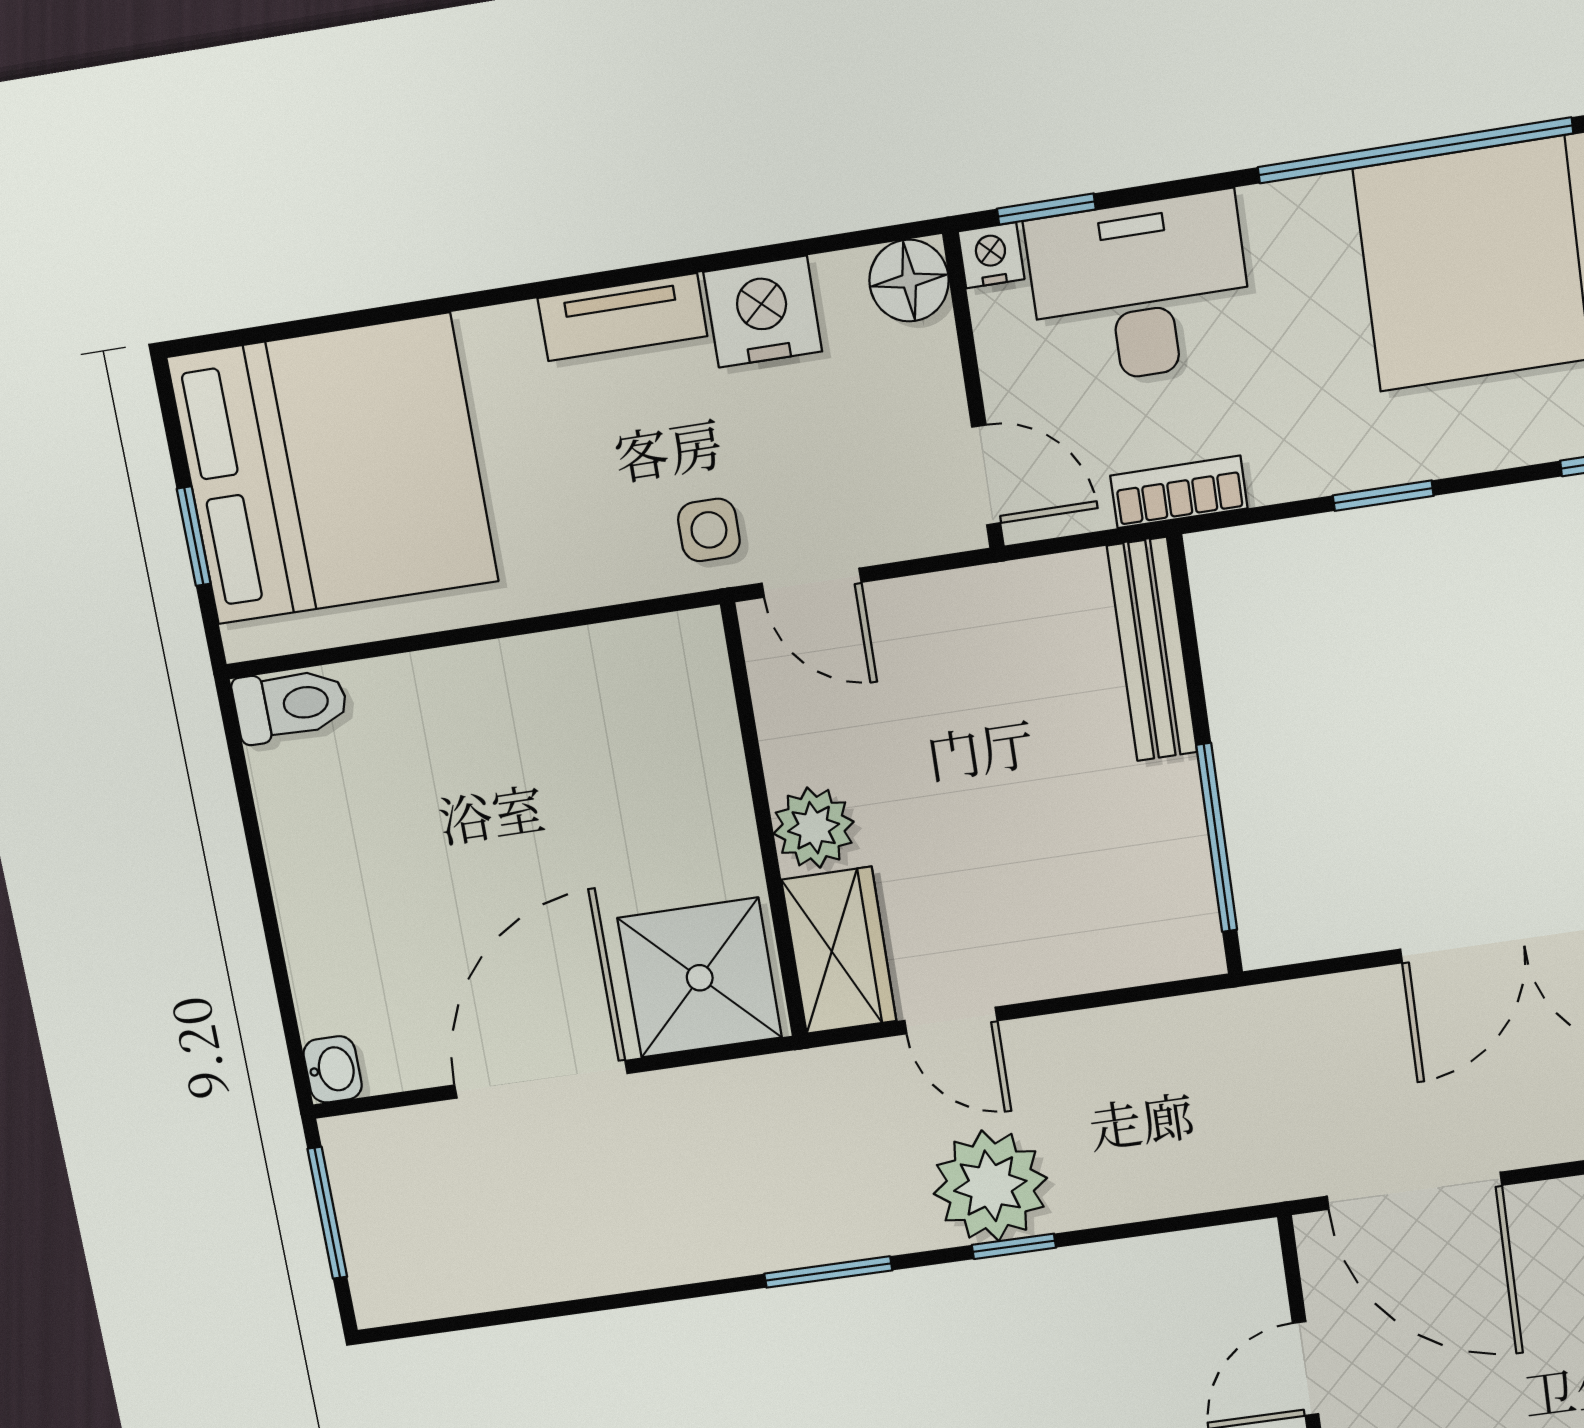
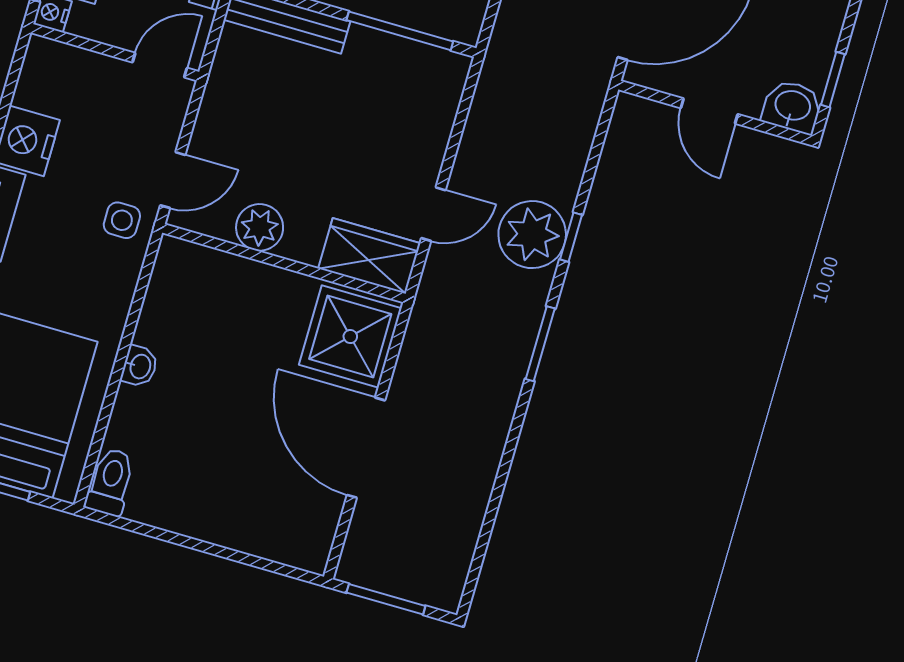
floor lamp: (909, 281) -> (46, 60), removed
plant: (814, 828) -> (260, 227), moved
washbasin: (333, 1069) -> (139, 366), moved, turned 90

